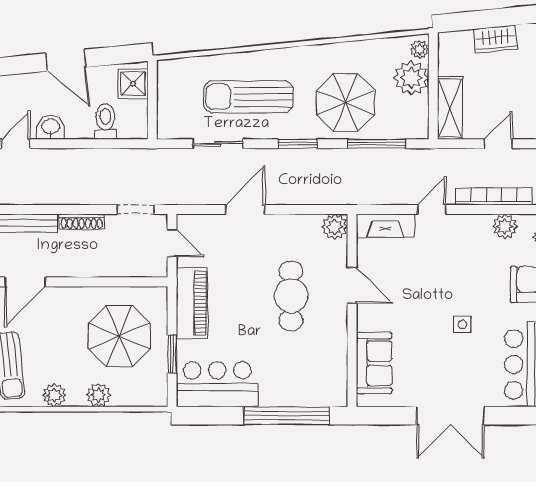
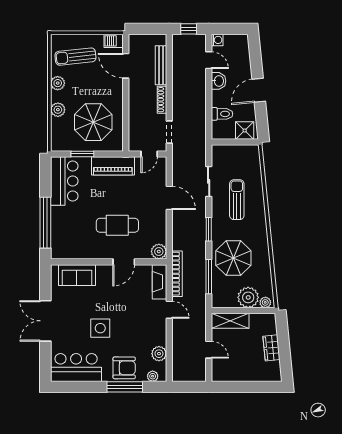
sun lounger: (248, 97) -> (237, 200), width x0.73, depth x0.75
bookcase: (494, 196) -> (177, 274), moved
side table: (462, 324) -> (100, 328), width x1.87, depth x1.87

